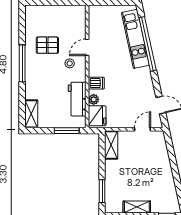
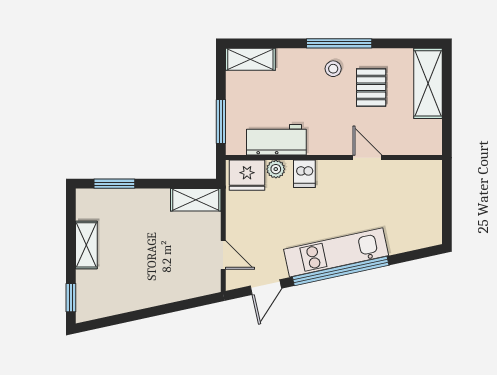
shelving: (45, 13) -> (428, 83), added
kitchen unit: (135, 39) -> (336, 252), moved
window: (148, 44) -> (341, 271), moved
stool: (70, 63) -> (333, 69), moved

